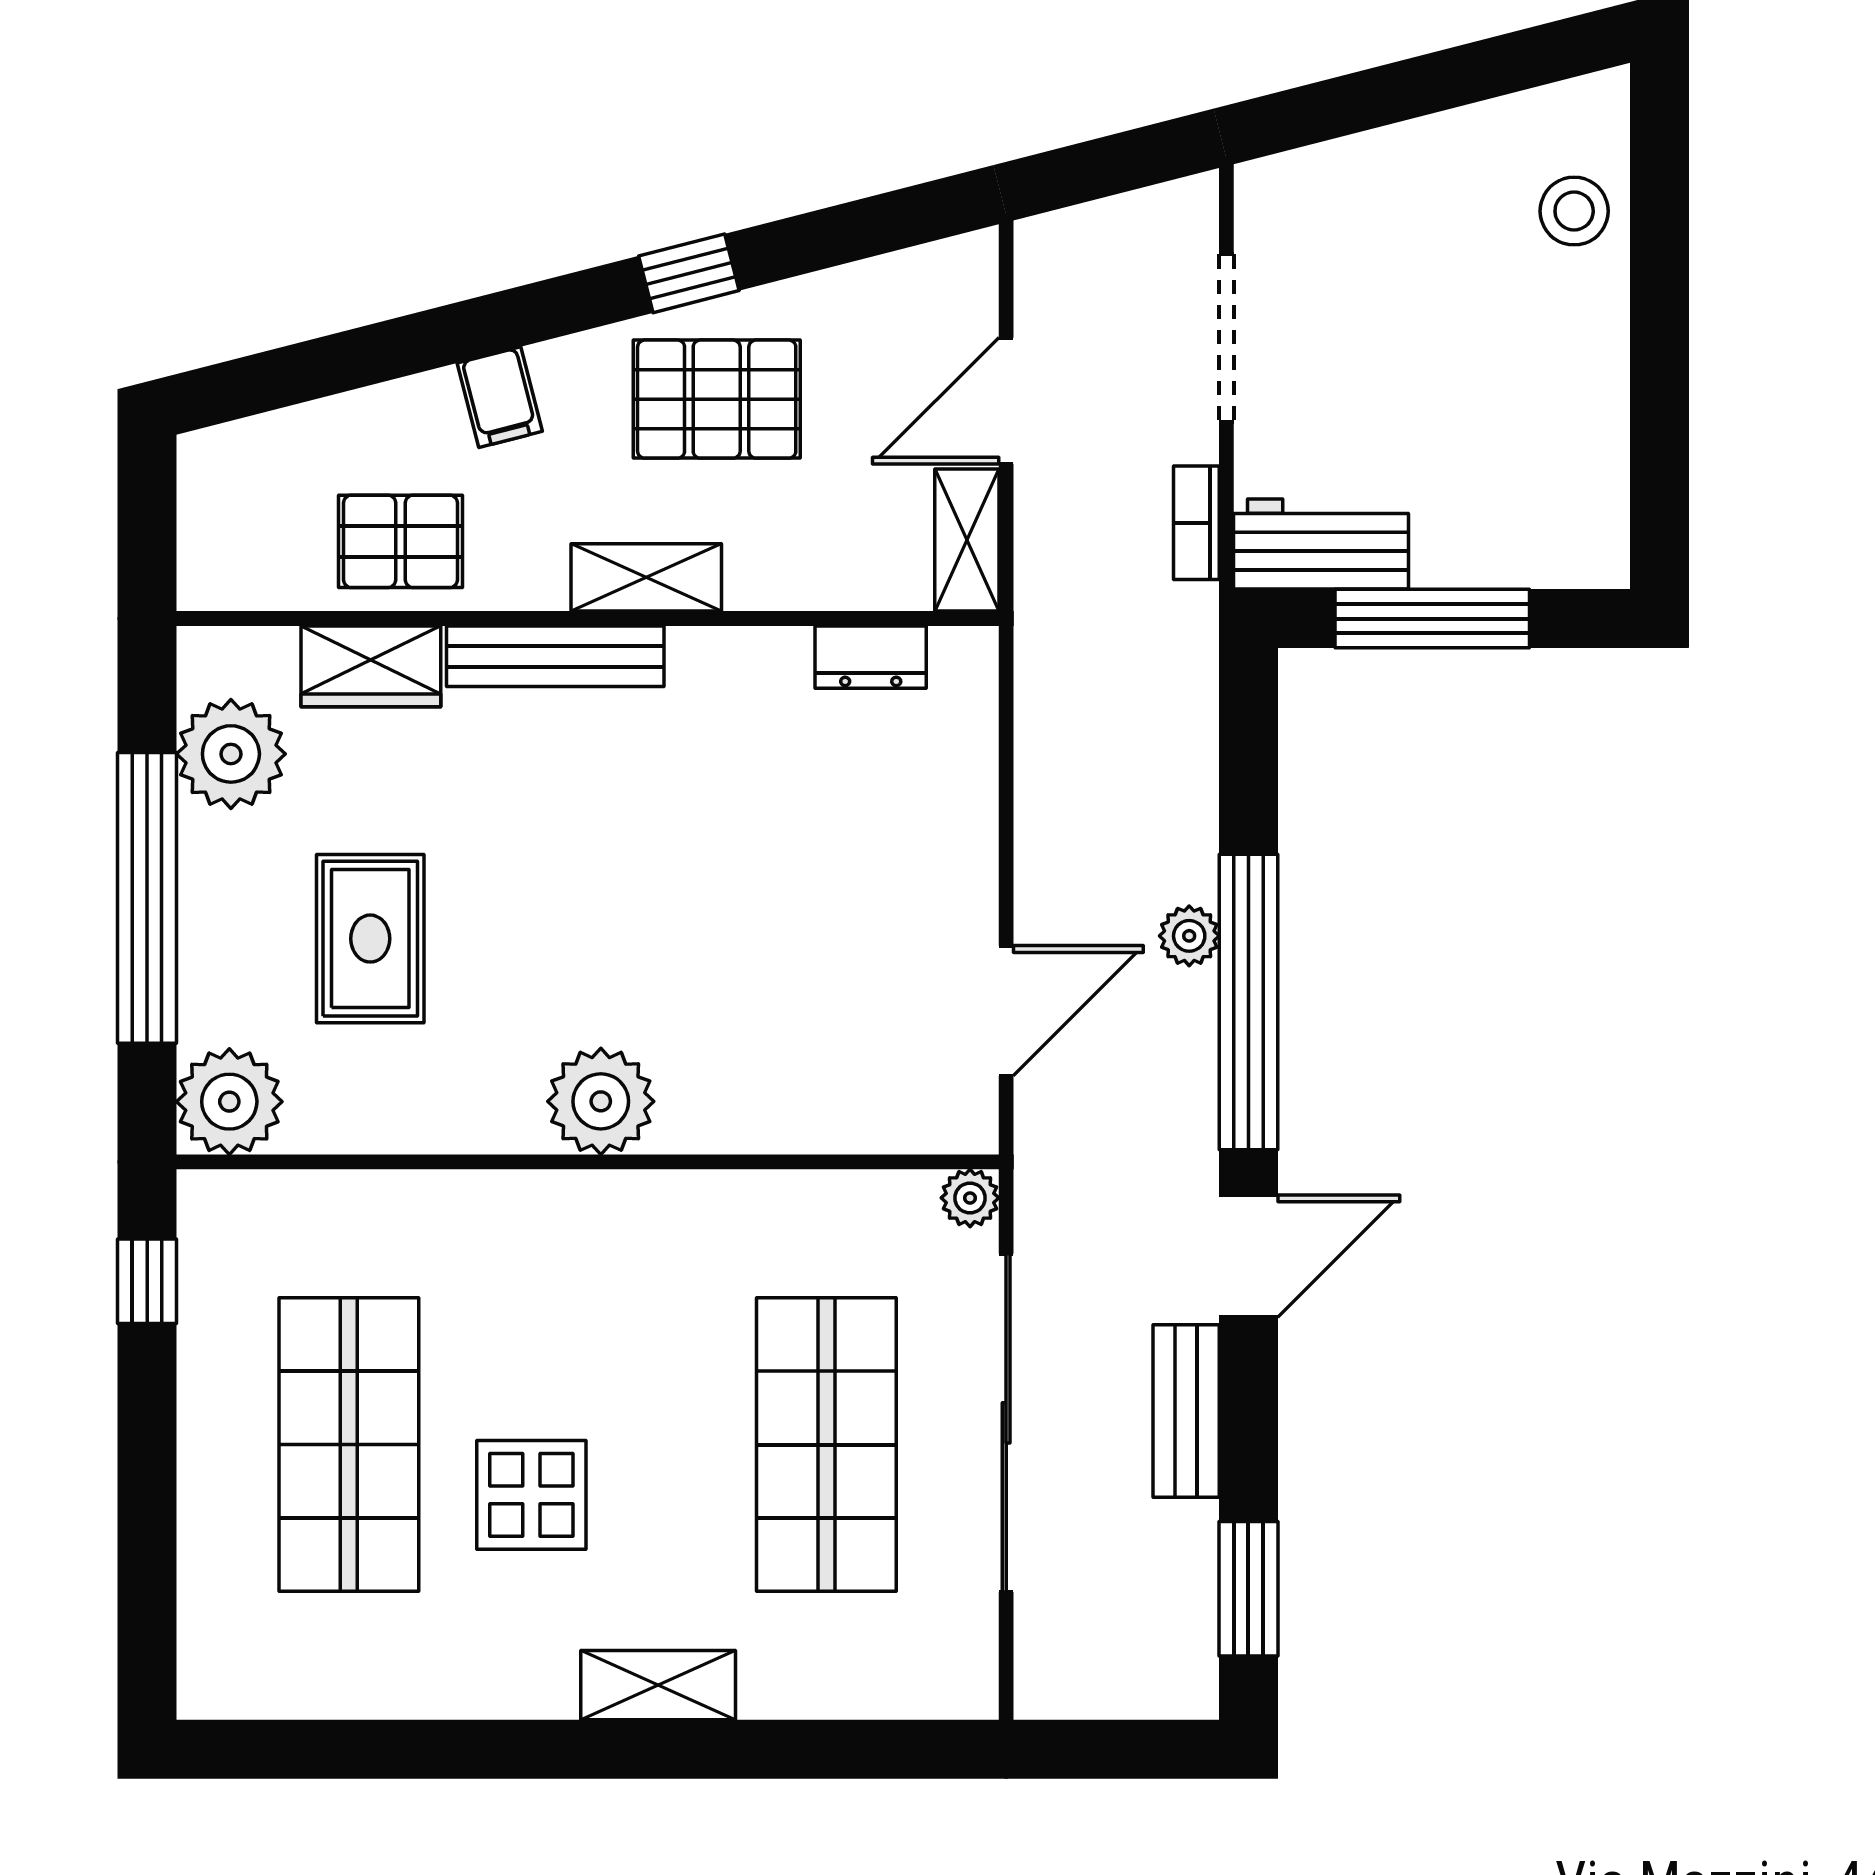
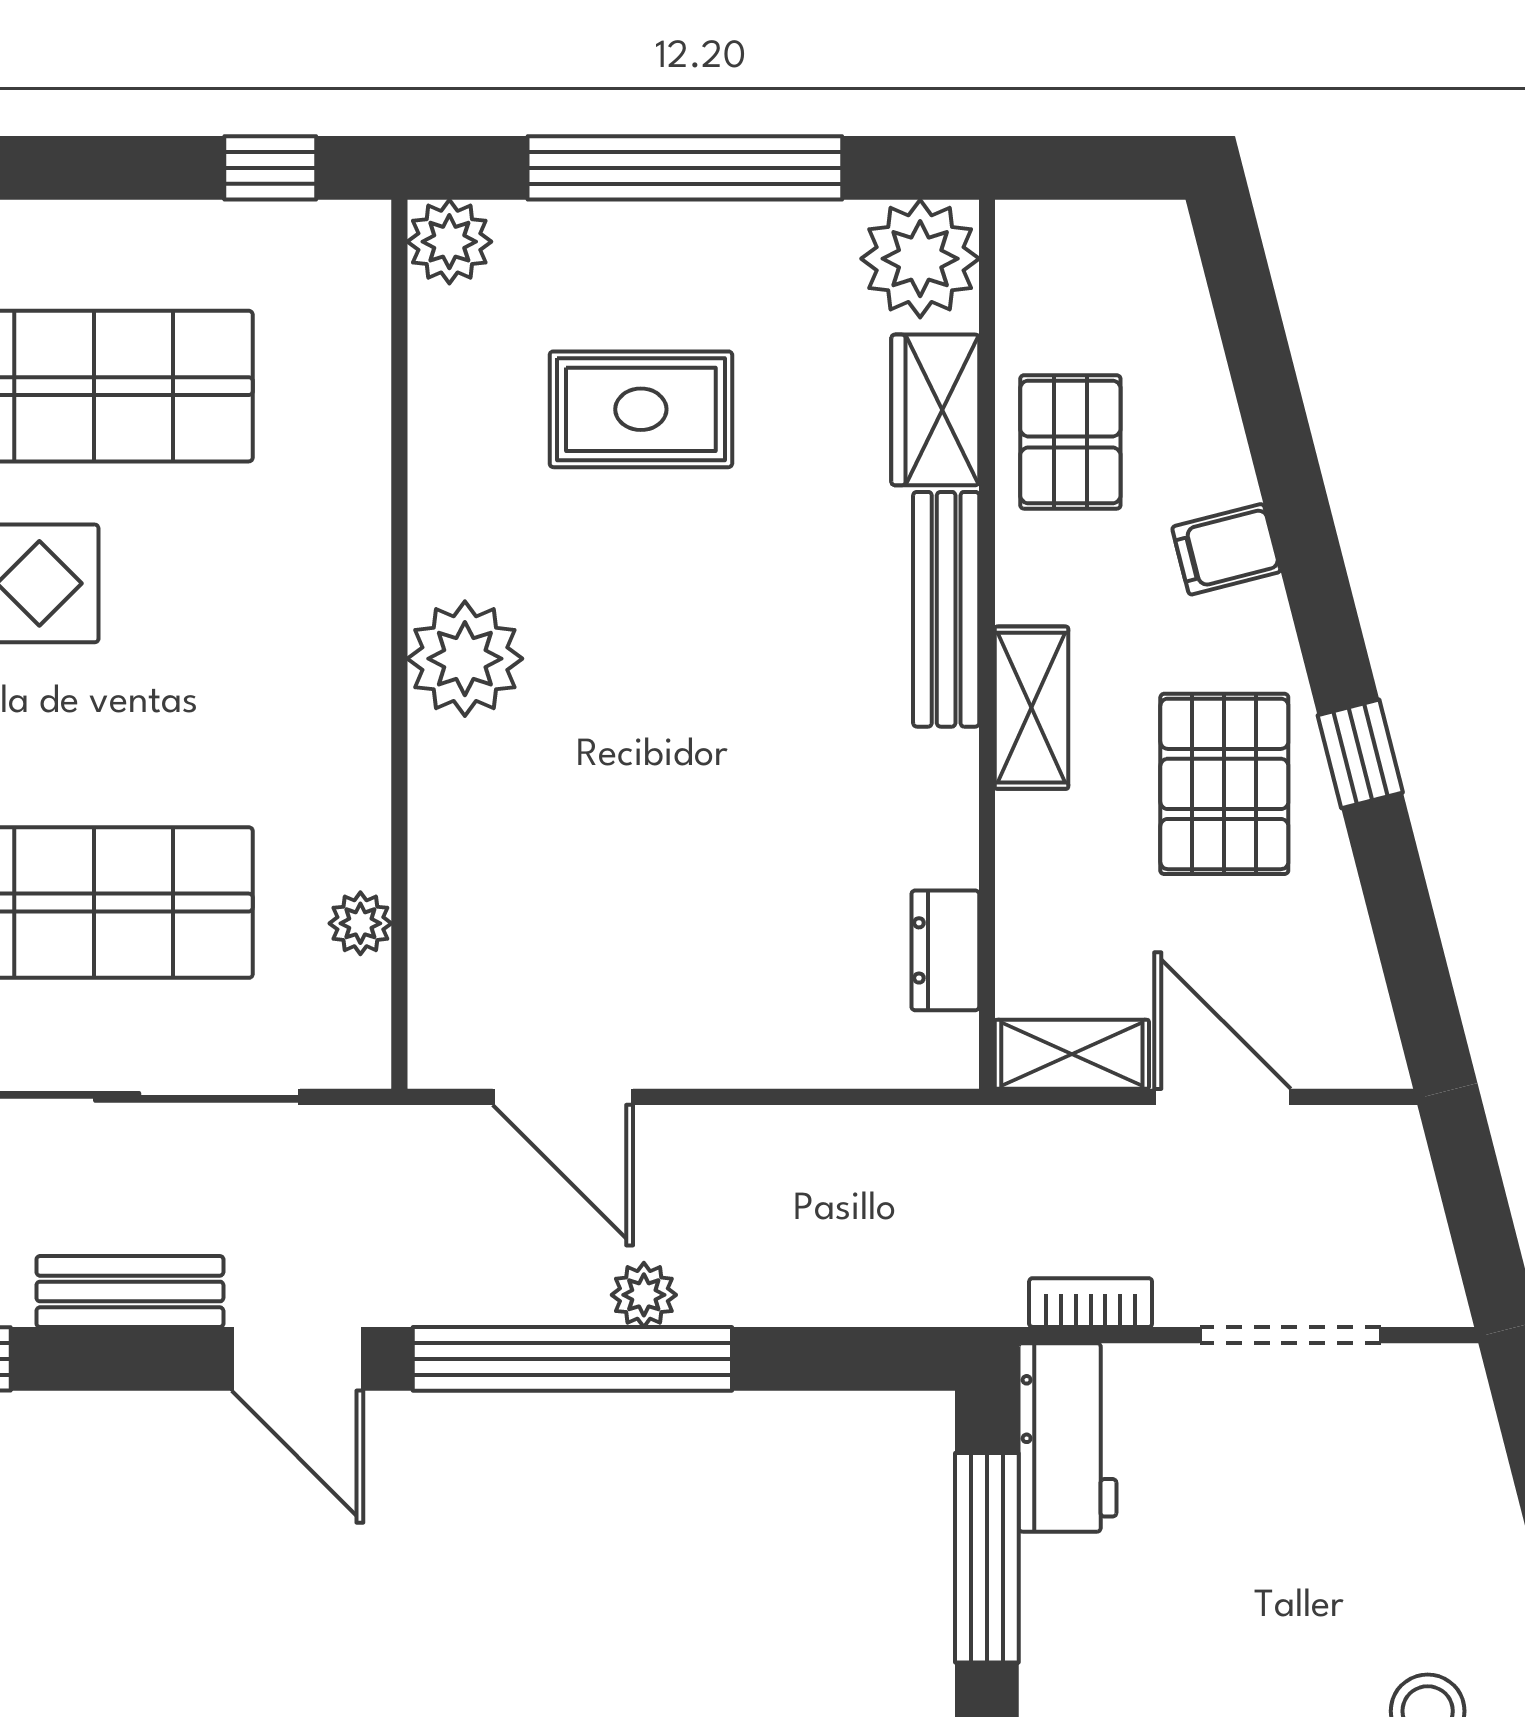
plant: (231, 754) -> (920, 259), moved
plant: (229, 1102) -> (449, 242), width x0.73, depth x0.73
plant: (970, 1198) -> (360, 923), moved

